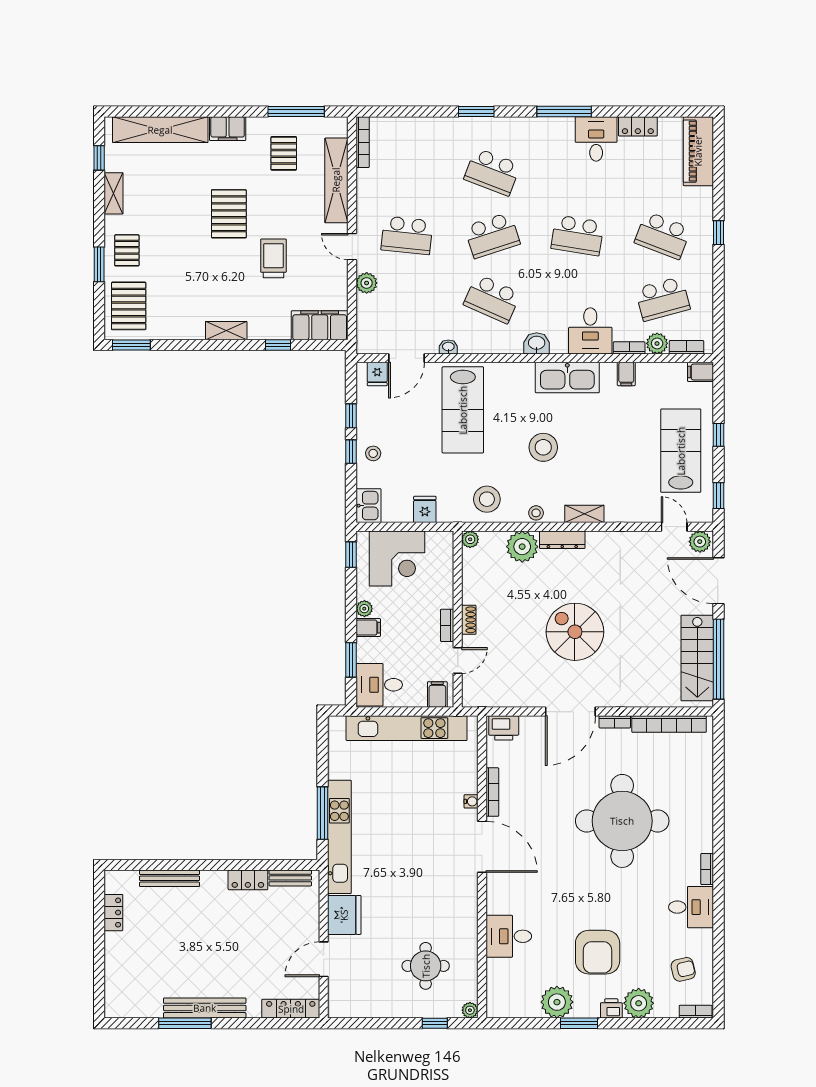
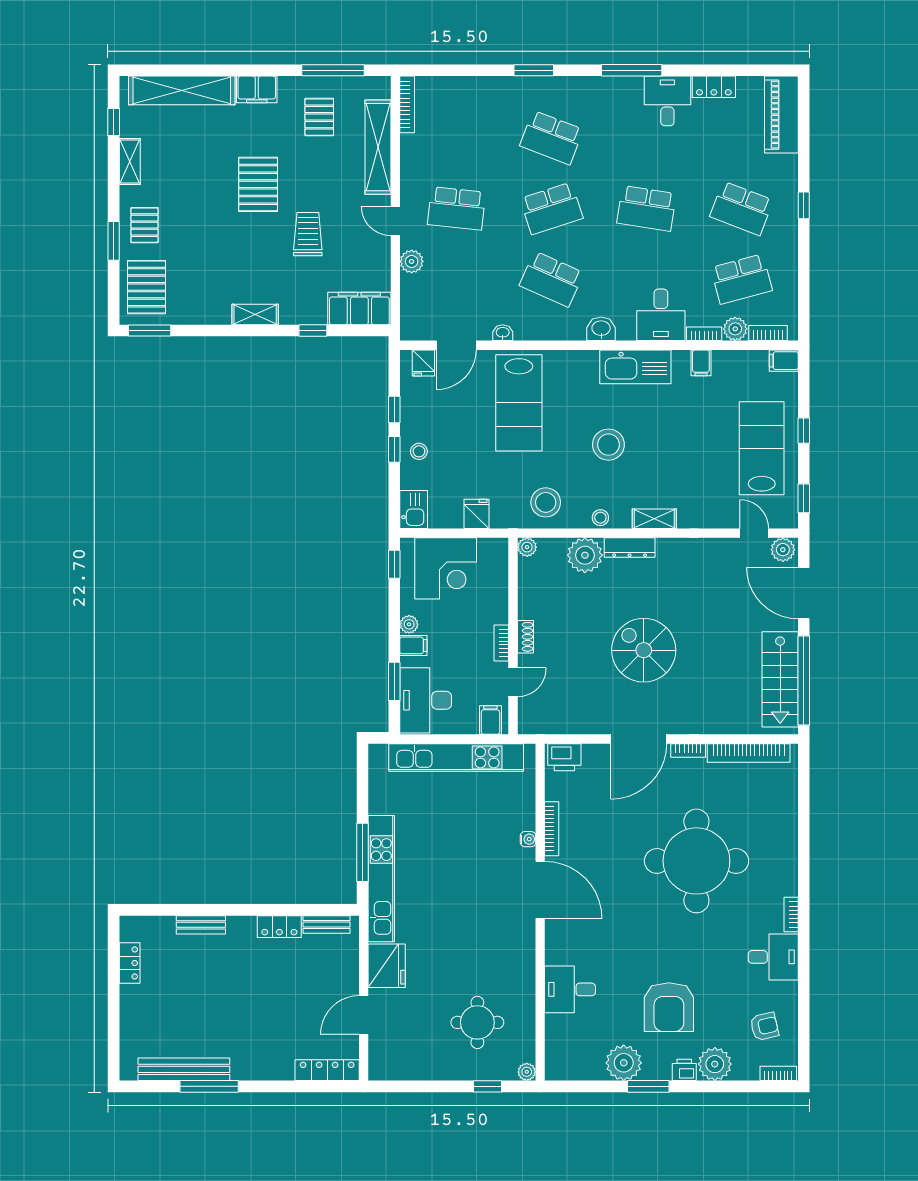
desk: (379, 685) -> (426, 700), width x1.37
bench: (170, 878) -> (201, 925), width x0.73
bench: (205, 1008) -> (184, 1069), moved

